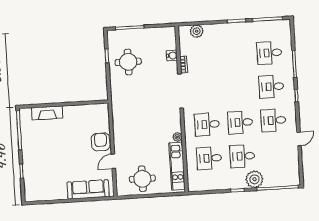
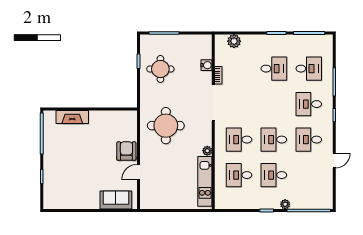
desk: (269, 53) -> (309, 69), turned 180
desk: (236, 55) -> (274, 69), added
round table: (142, 179) -> (166, 126), moved, width x1.36, depth x1.36
plant: (254, 179) -> (285, 204), width x0.53, depth x0.53
sofa: (88, 189) -> (116, 200), width x0.73

